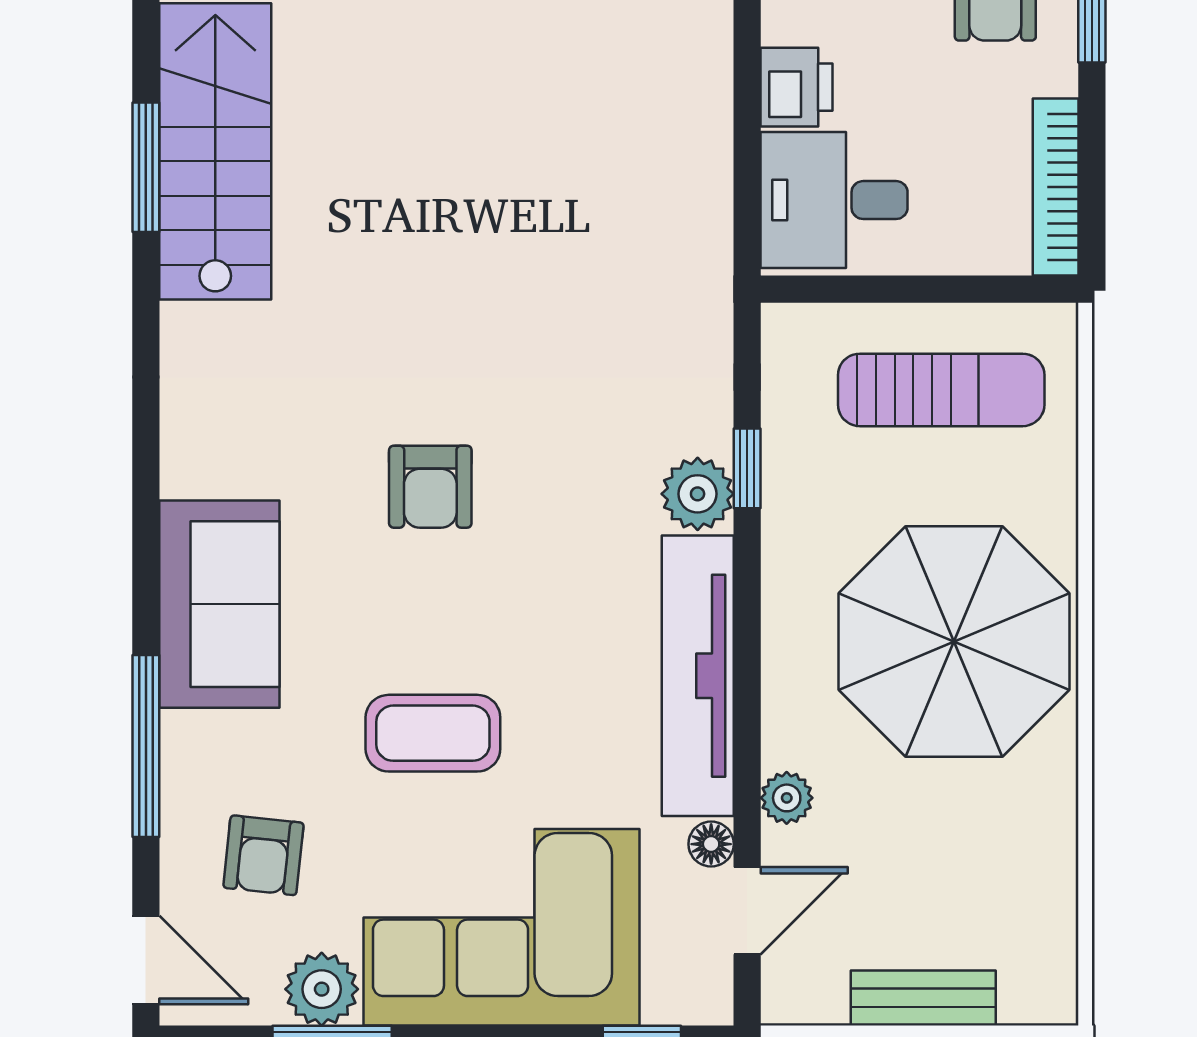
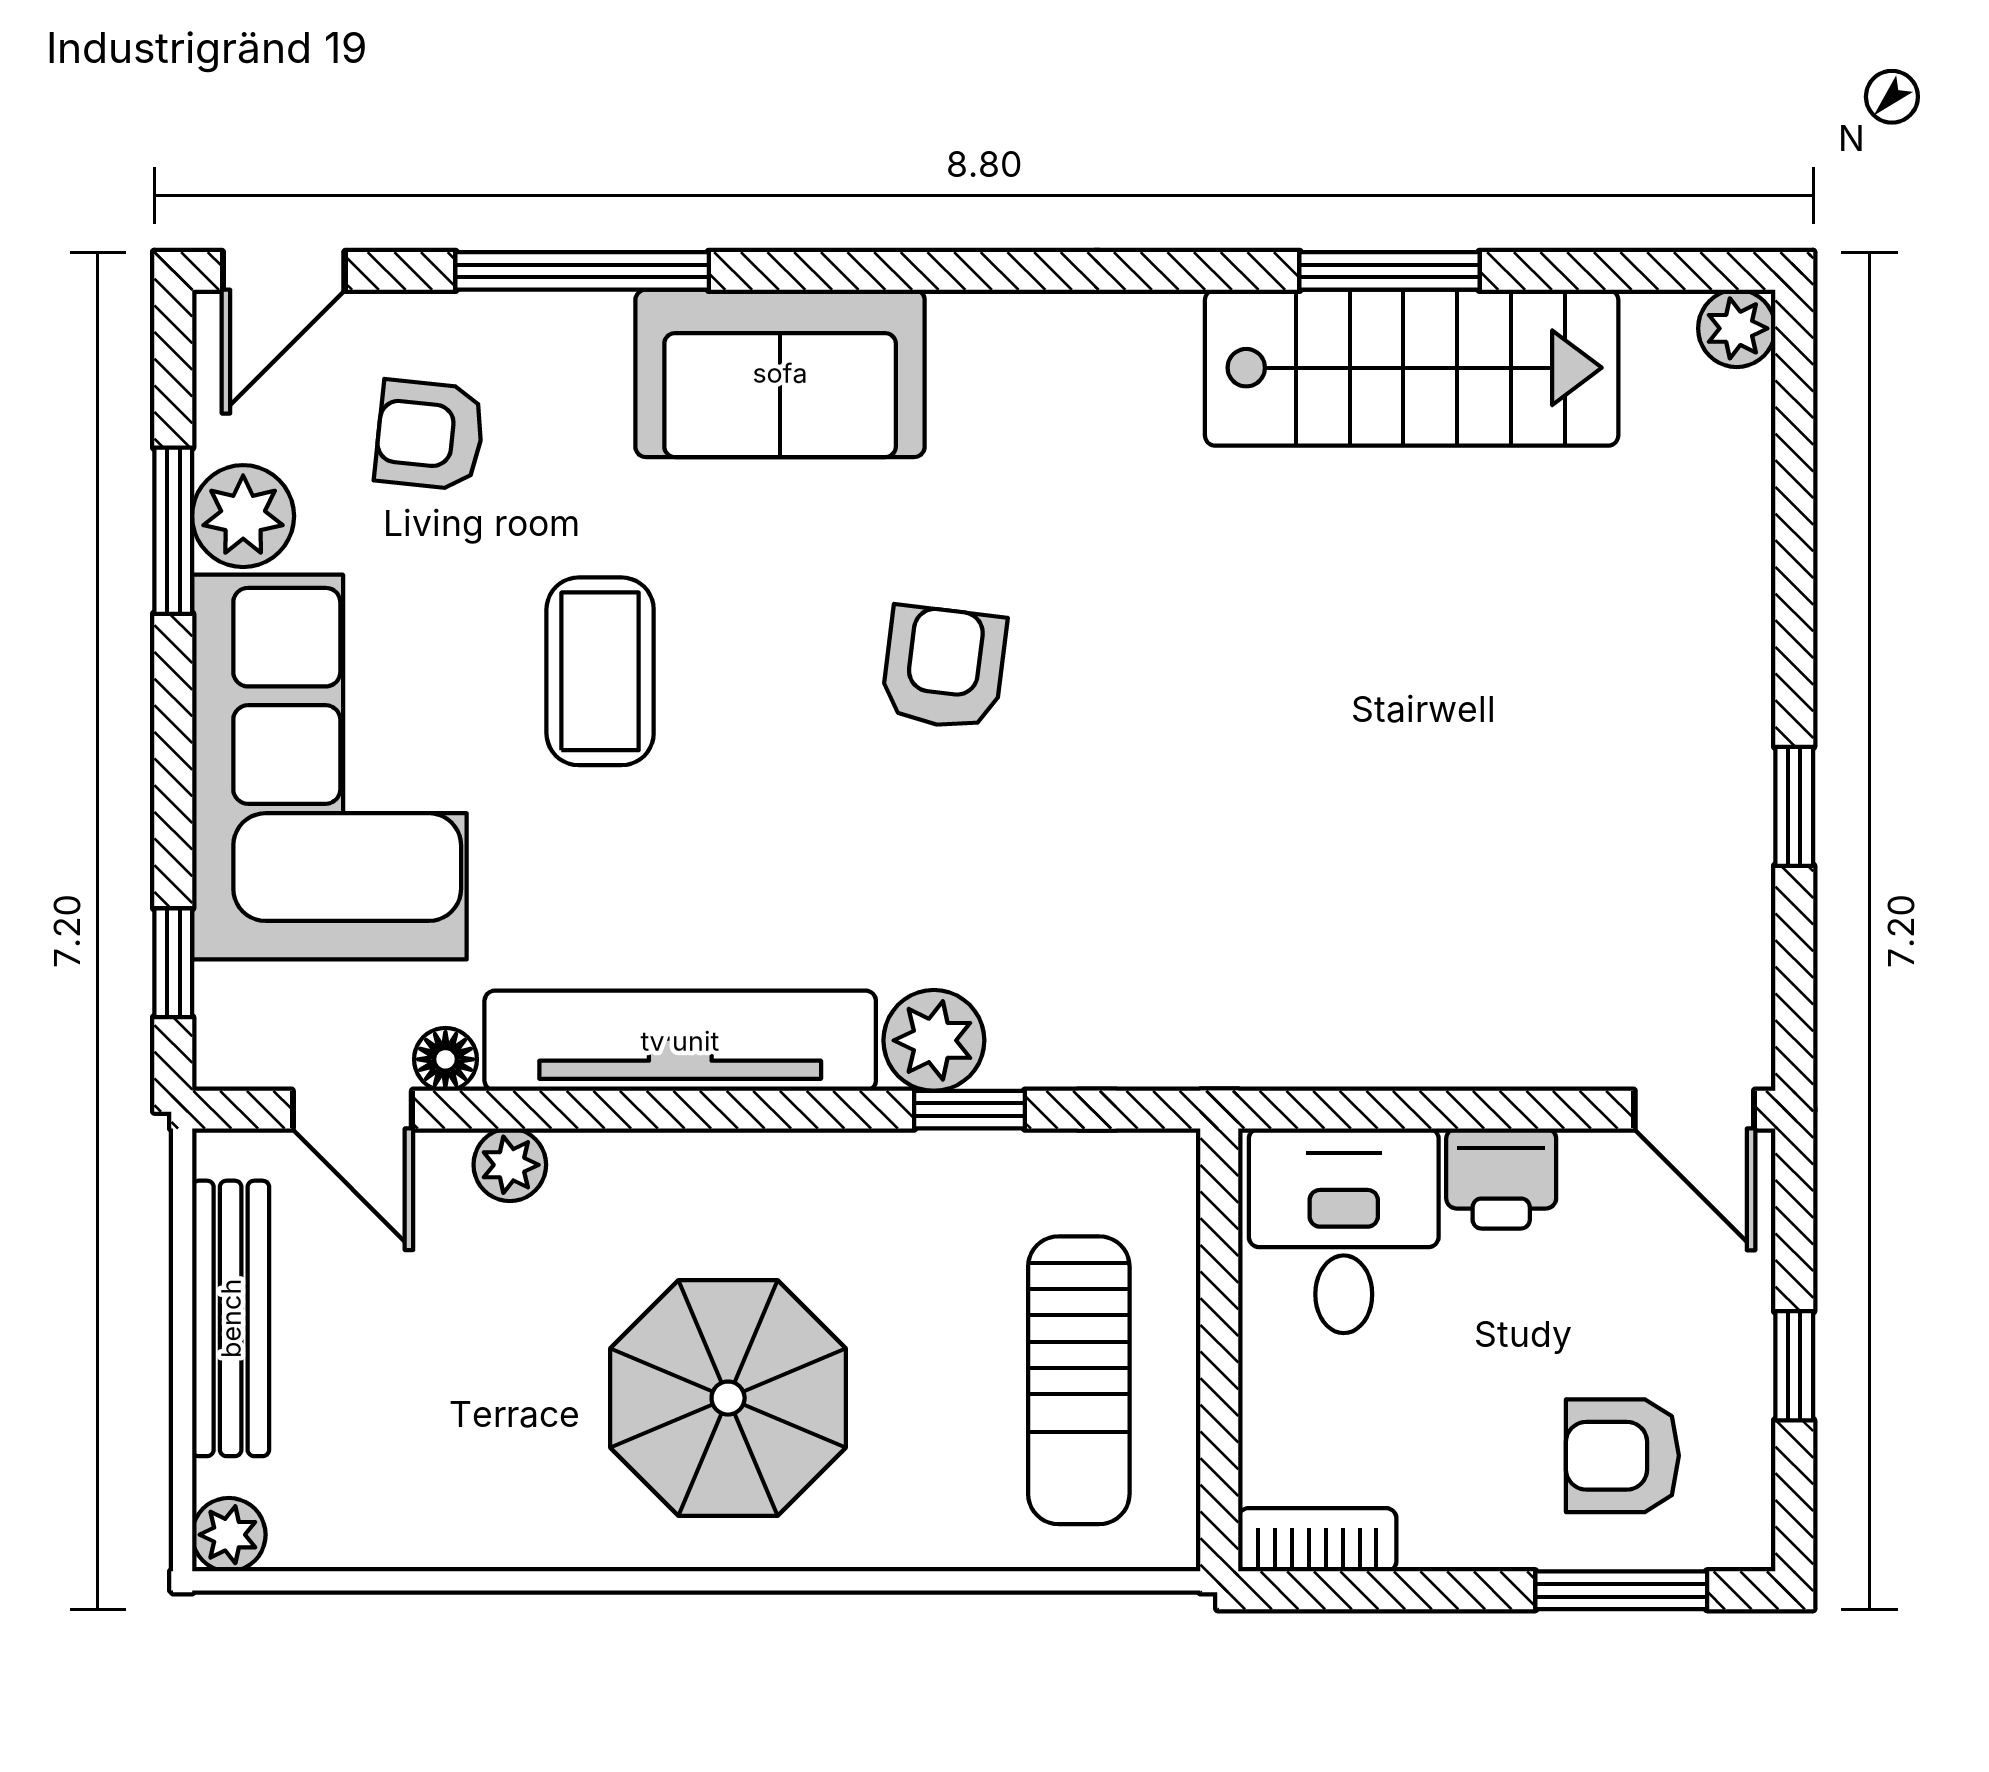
bookcase: (1056, 187) -> (1317, 1540), width x0.64
armchair: (430, 487) -> (944, 668), turned 97
parasol: (954, 641) -> (728, 1398), width x0.73, depth x0.73
bench: (923, 998) -> (231, 1318), width x1.36
plant: (1052, 999) -> (229, 1535), added

